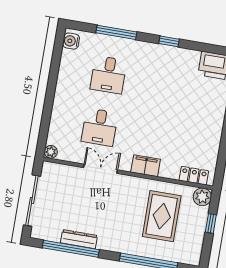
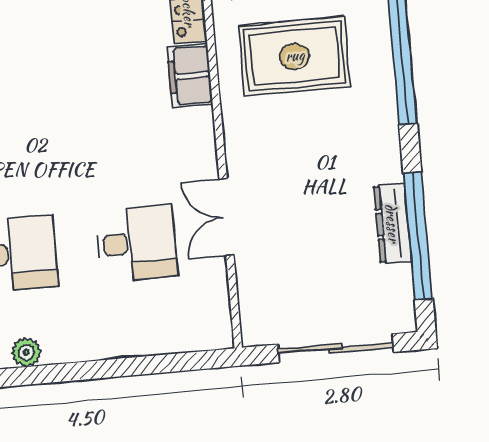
plant: (51, 152) -> (26, 352), moved
filing cabinet: (146, 166) -> (190, 76), moved

